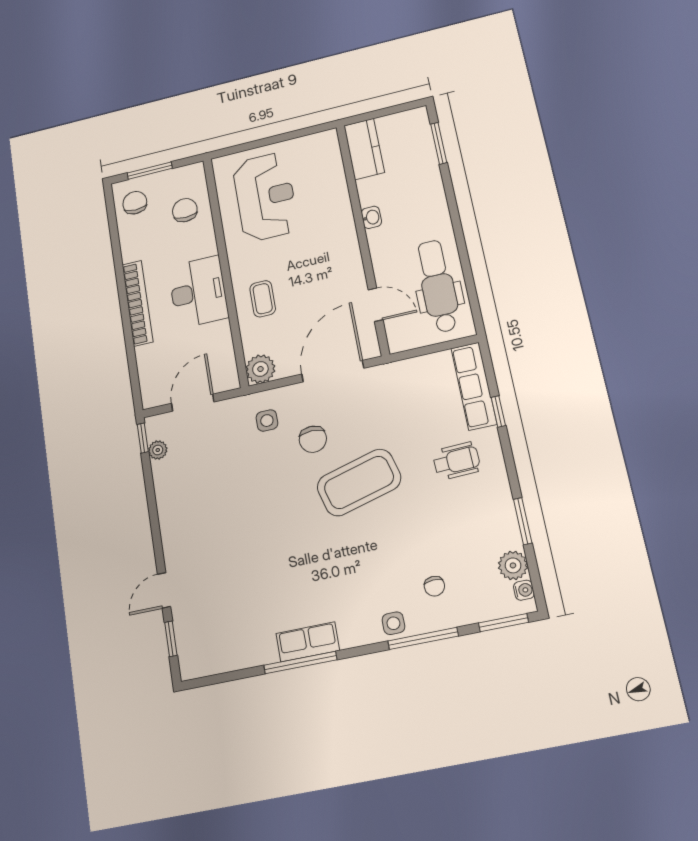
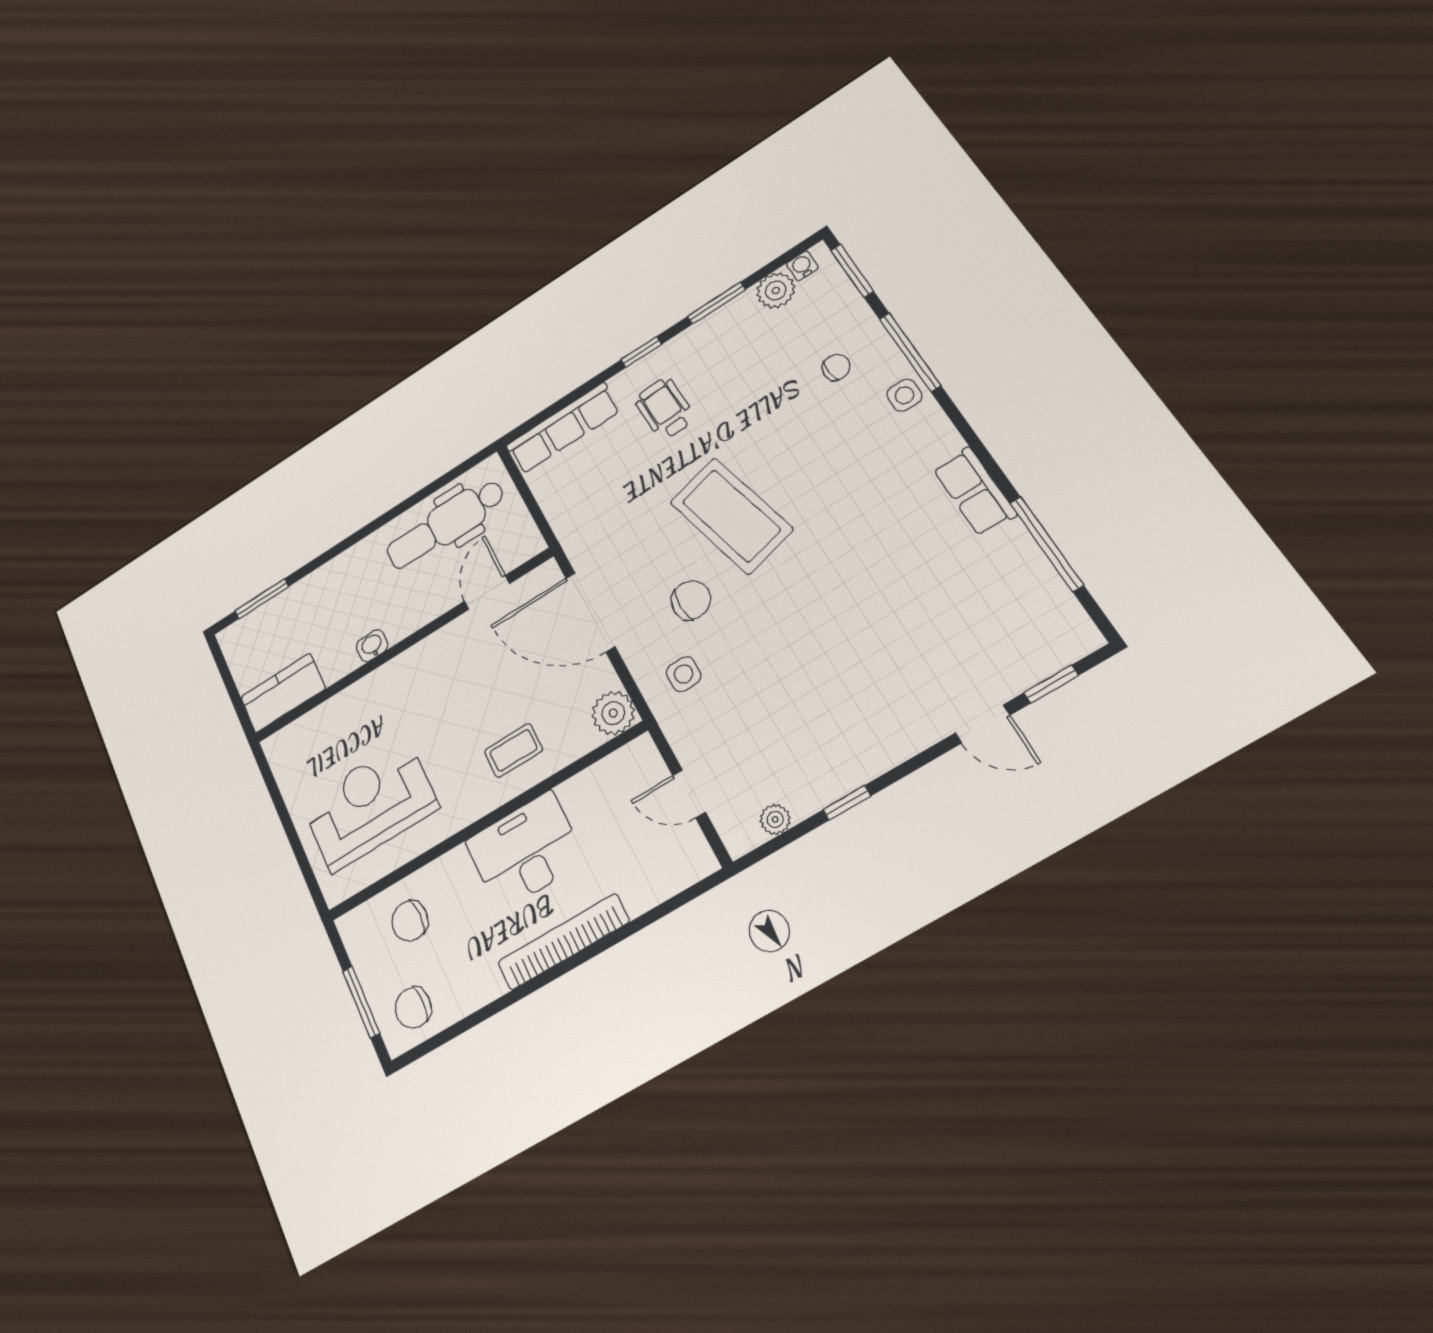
door: (193, 403) -> (689, 794), width x0.73
window: (498, 411) -> (641, 352), moved
window: (143, 438) -> (847, 803), moved
window: (300, 663) -> (1046, 544), moved

